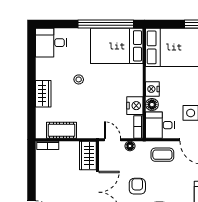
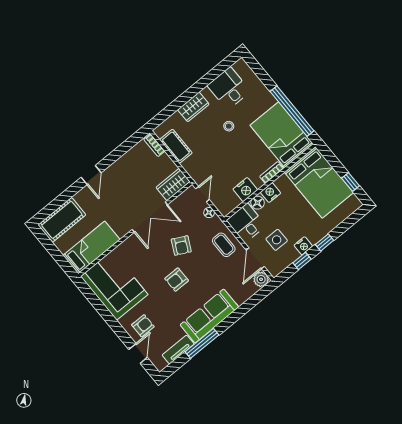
desk: (51, 43) -> (229, 88), moved
bookcase: (138, 127) -> (272, 172), moved
armchair: (137, 186) -> (181, 246), turned 117

